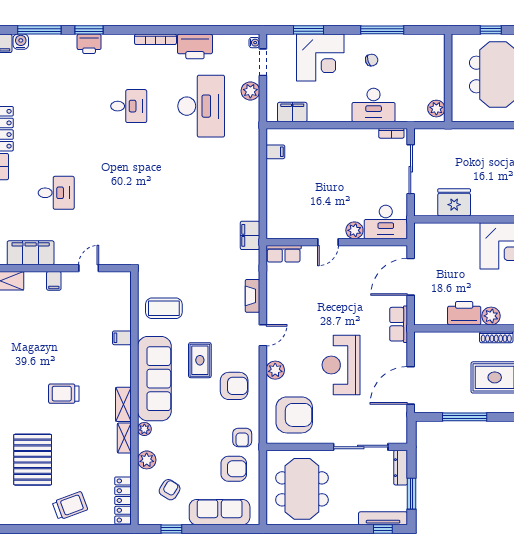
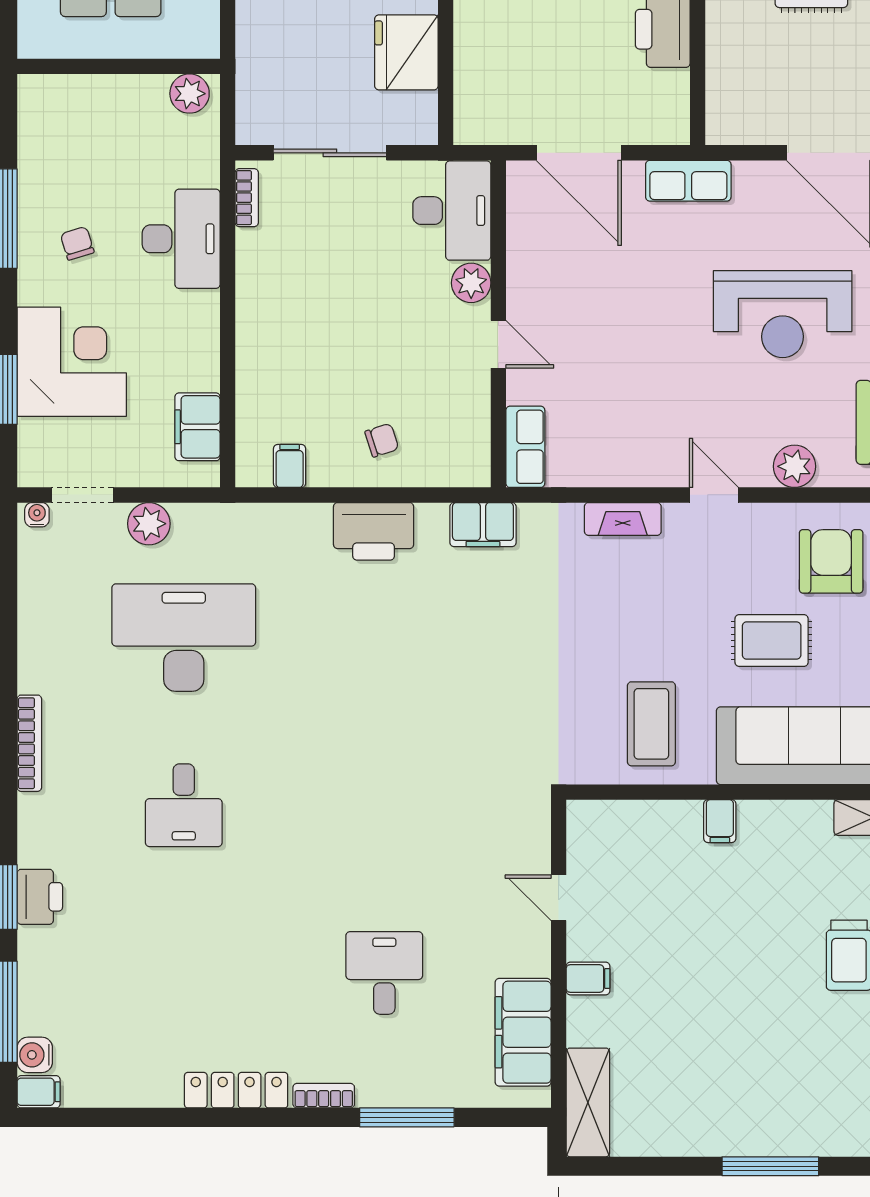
printer: (195, 46) -> (374, 531), moved, turned 90
desk: (129, 106) -> (184, 805), turned 180
chair: (286, 192) -> (382, 440), added

